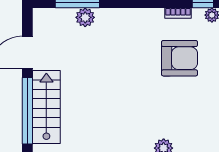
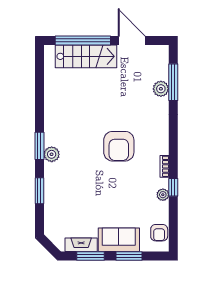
armchair: (180, 58) -> (119, 146), moved

